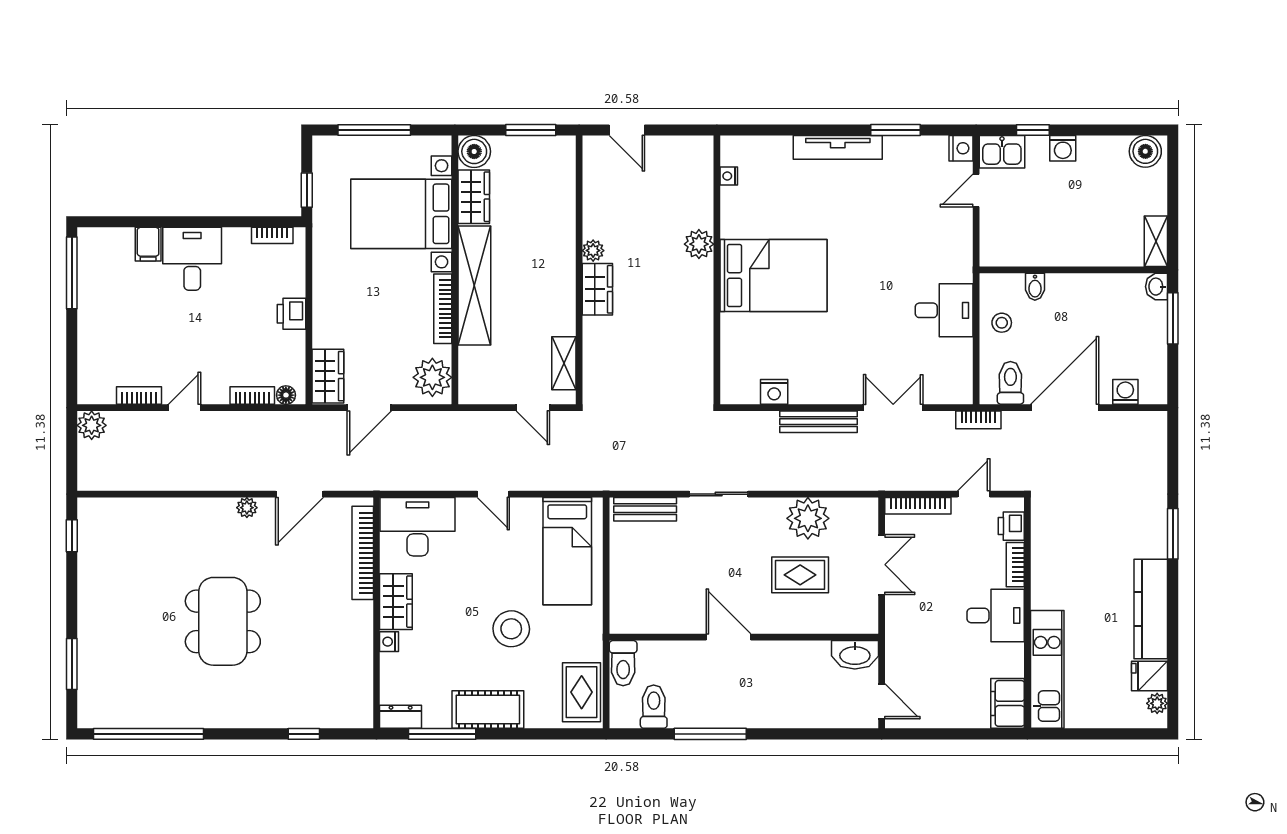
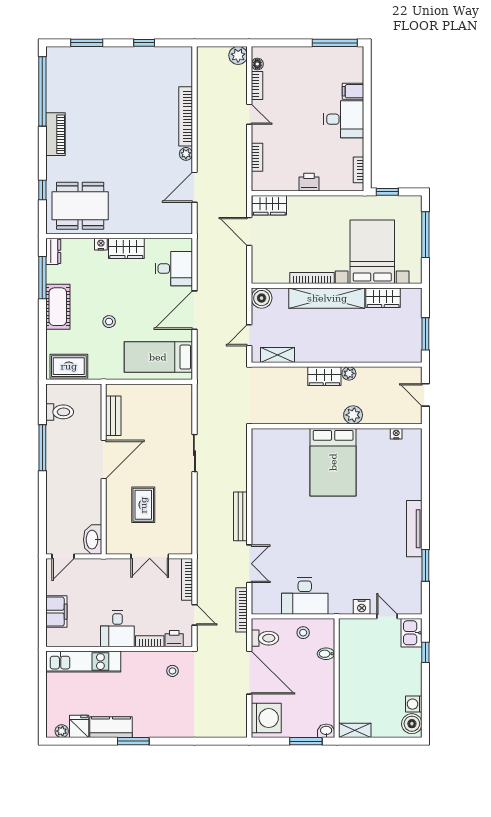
door: (627, 130) -> (425, 395), hinge flipped
nightstand: (961, 148) -> (362, 607), moved
washing machine: (1063, 148) -> (414, 704), moved
boiler: (474, 151) -> (262, 298), moved
nightstand: (729, 176) -> (396, 434), moved
plant: (699, 244) -> (353, 415), moved
wall: (717, 270) -> (337, 426), moved
bed: (773, 276) -> (333, 462), moved
desk: (944, 310) -> (305, 596), width x1.37
plant: (432, 377) -> (269, 272), removed
nightstand: (774, 392) -> (259, 488), removed
washing machine: (1125, 392) -> (266, 718), width x1.89, depth x1.89
floor lamp: (286, 395) -> (257, 64), moved
bookcase: (978, 420) -> (242, 610), width x1.56
door: (299, 494) -> (194, 187), hinge flipped
door: (493, 494) -> (194, 310), width x1.87
bench: (645, 509) -> (113, 416), moved
plant: (808, 518) -> (179, 510), removed
desk: (418, 527) -> (174, 269), width x0.73
stool: (1062, 529) -> (172, 671), added
window: (1173, 534) -> (133, 741), moved
window: (72, 536) -> (144, 43), moved
bookcase: (363, 553) -> (186, 116), moved, turned -90
kitchen counter: (1151, 609) -> (111, 727), width x0.67
dining table: (223, 621) -> (80, 206), moved
stool: (511, 629) -> (109, 322), width x0.53, depth x0.53
door: (729, 637) -> (104, 459), width x1.36
toilet: (623, 663) -> (87, 393), removed
filing cabinet: (1007, 703) -> (56, 612), moved, turned 90
piano: (216, 713) -> (55, 134), added

